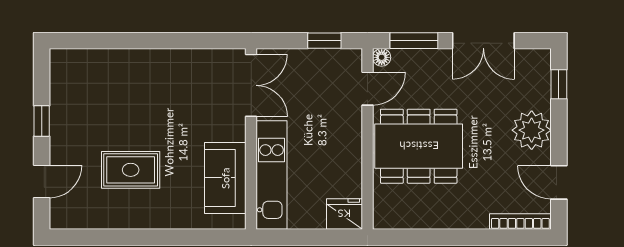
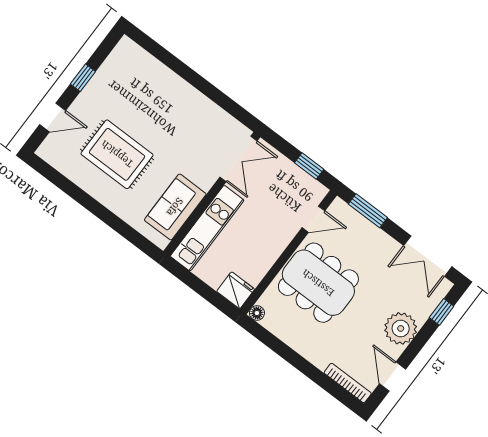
double door: (483, 41) -> (428, 256), moved
floor lamp: (382, 57) -> (257, 313), moved
rug: (131, 170) -> (117, 154), width x1.36, depth x1.43

